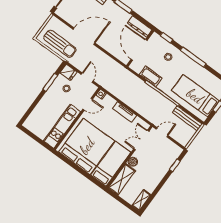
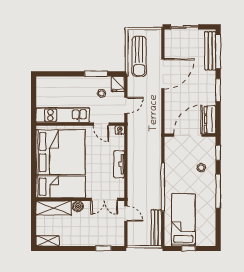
door: (84, 36) -> (163, 74), hinge flipped
cot: (151, 76) -> (171, 164), removed
double door: (141, 140) -> (104, 199), swing flipped

